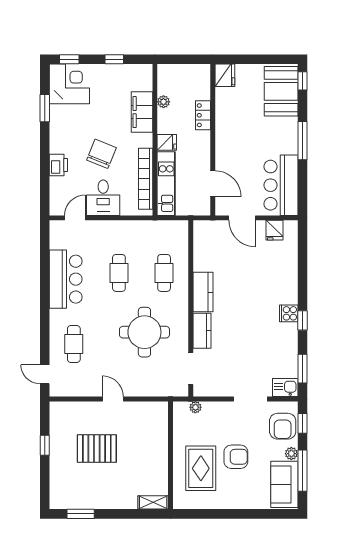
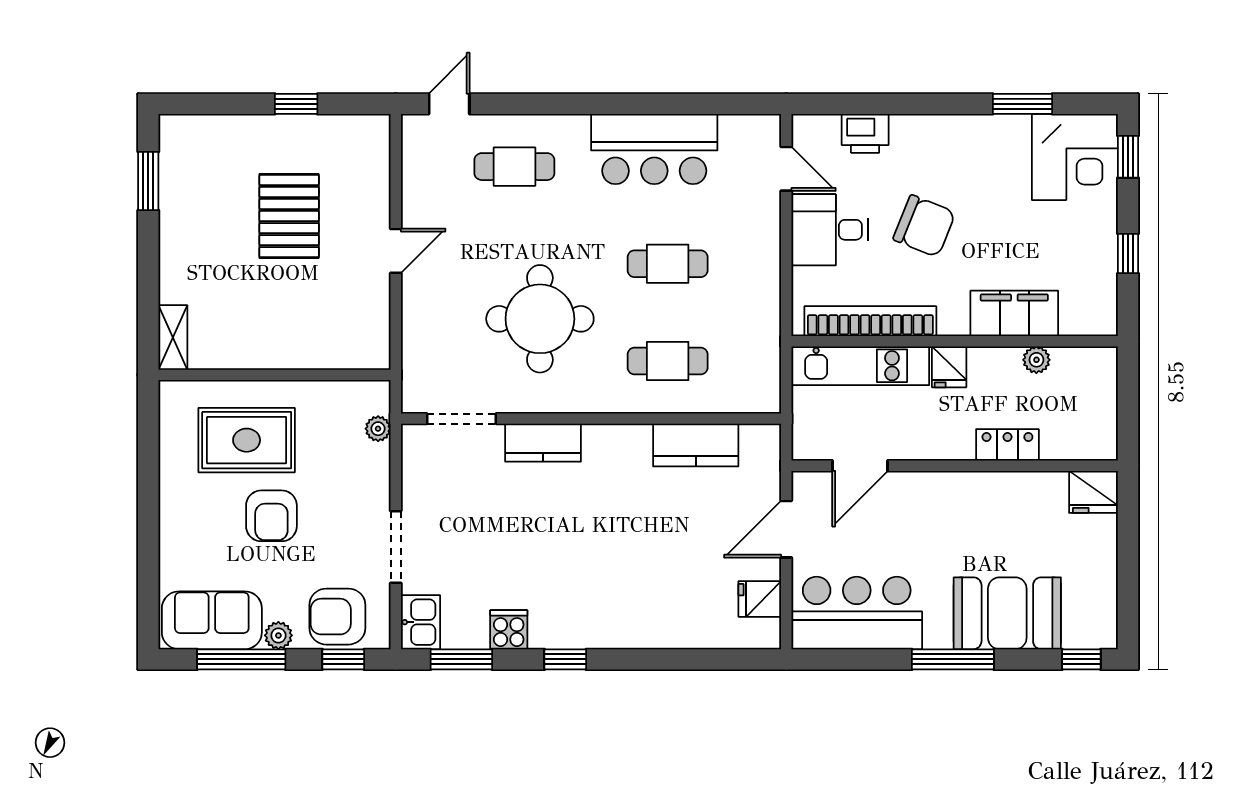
booth: (281, 91) -> (1007, 613), moved
printer: (58, 165) -> (865, 133), moved
kitchen counter: (203, 292) -> (696, 445), moved
cooker: (289, 313) -> (509, 630), moved

